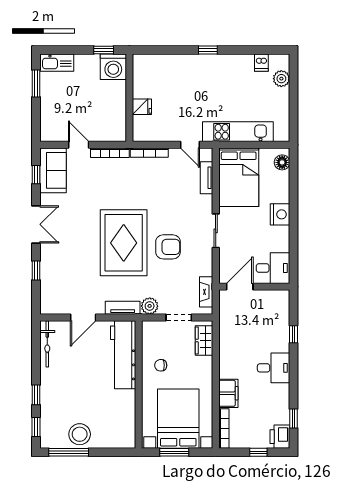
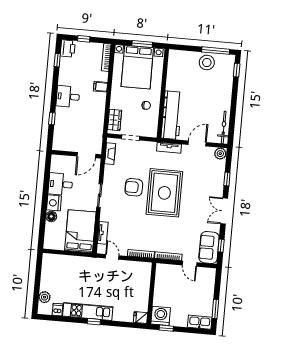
fridge: (142, 107) -> (140, 318), moved
kitchen unit: (238, 132) -> (88, 311), moved, turned 180
floor lamp: (282, 162) -> (51, 216), moved
desk: (273, 268) -> (60, 184), moved
plant: (150, 306) -> (220, 154), moved
filing cabinet: (228, 393) -> (101, 87), width x0.50
window: (36, 395) -> (235, 93), removed

